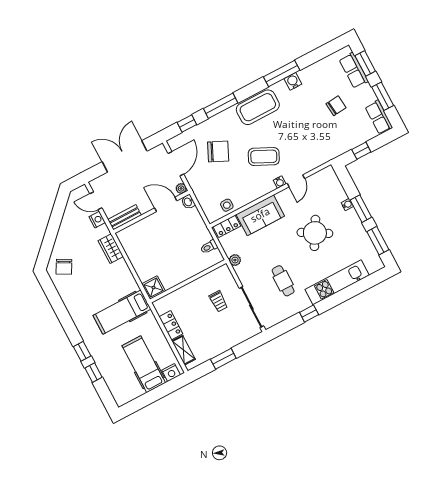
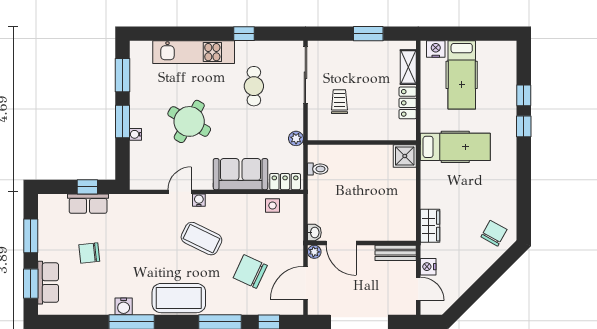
row of seats: (379, 117) -> (88, 204), moved, turned 90

